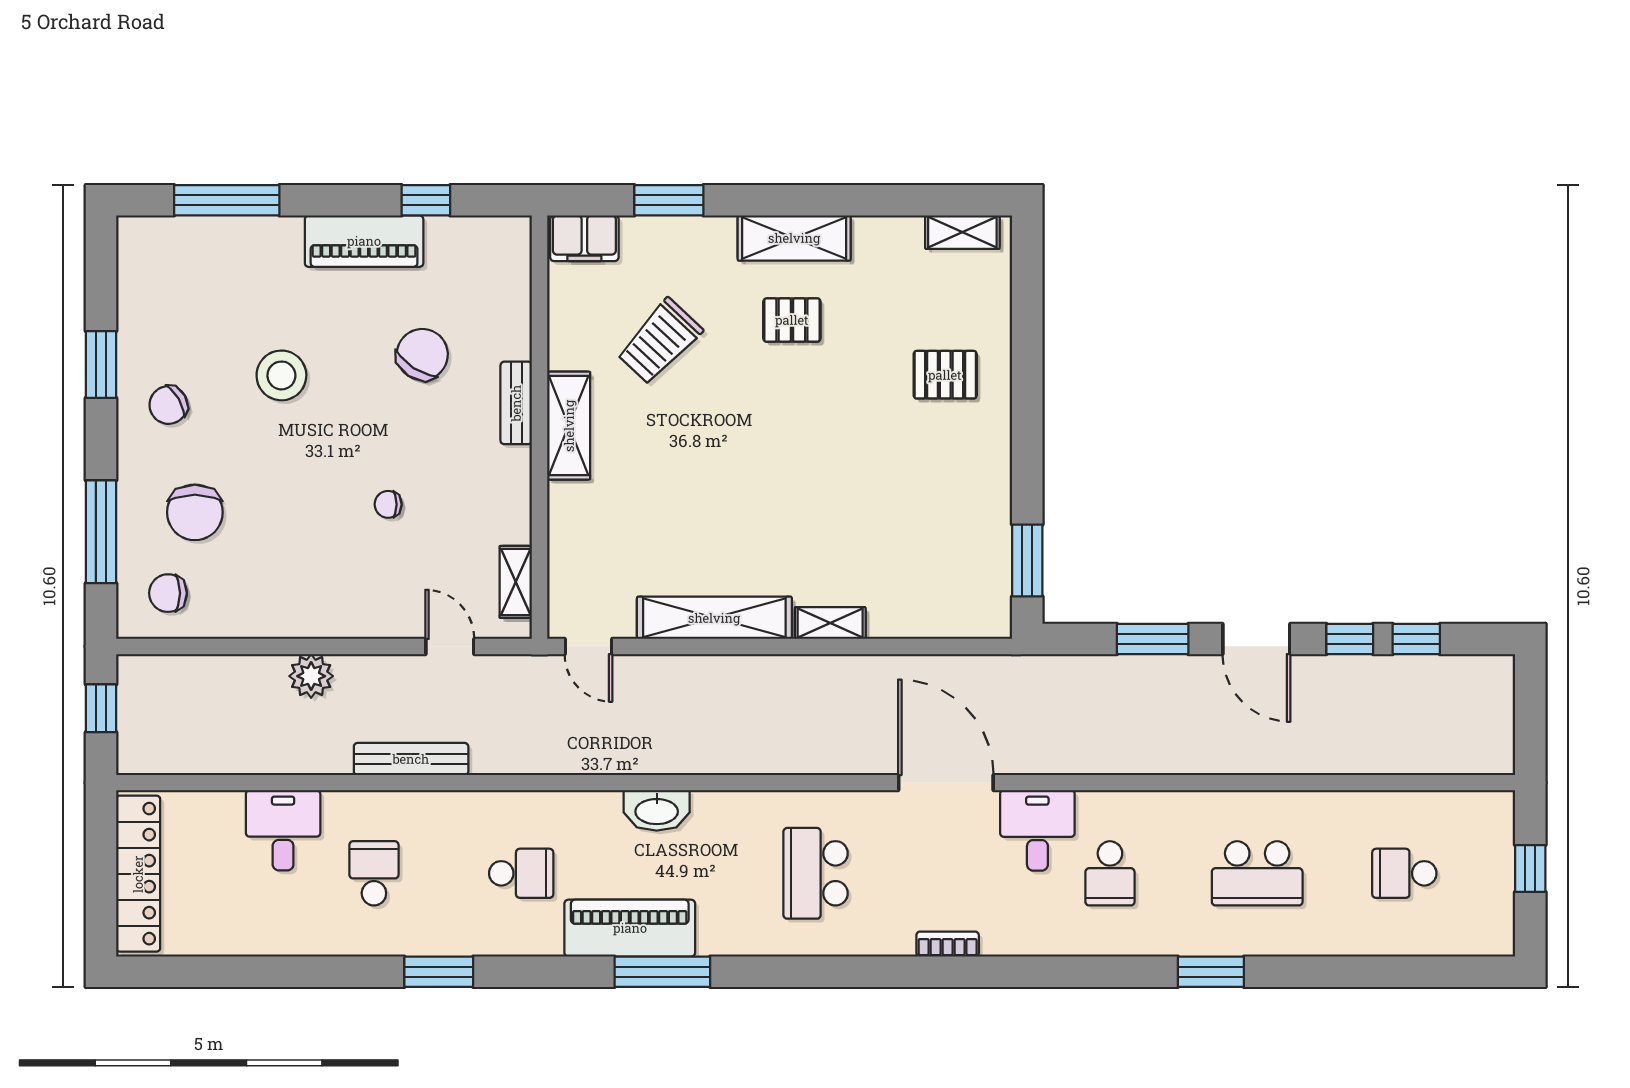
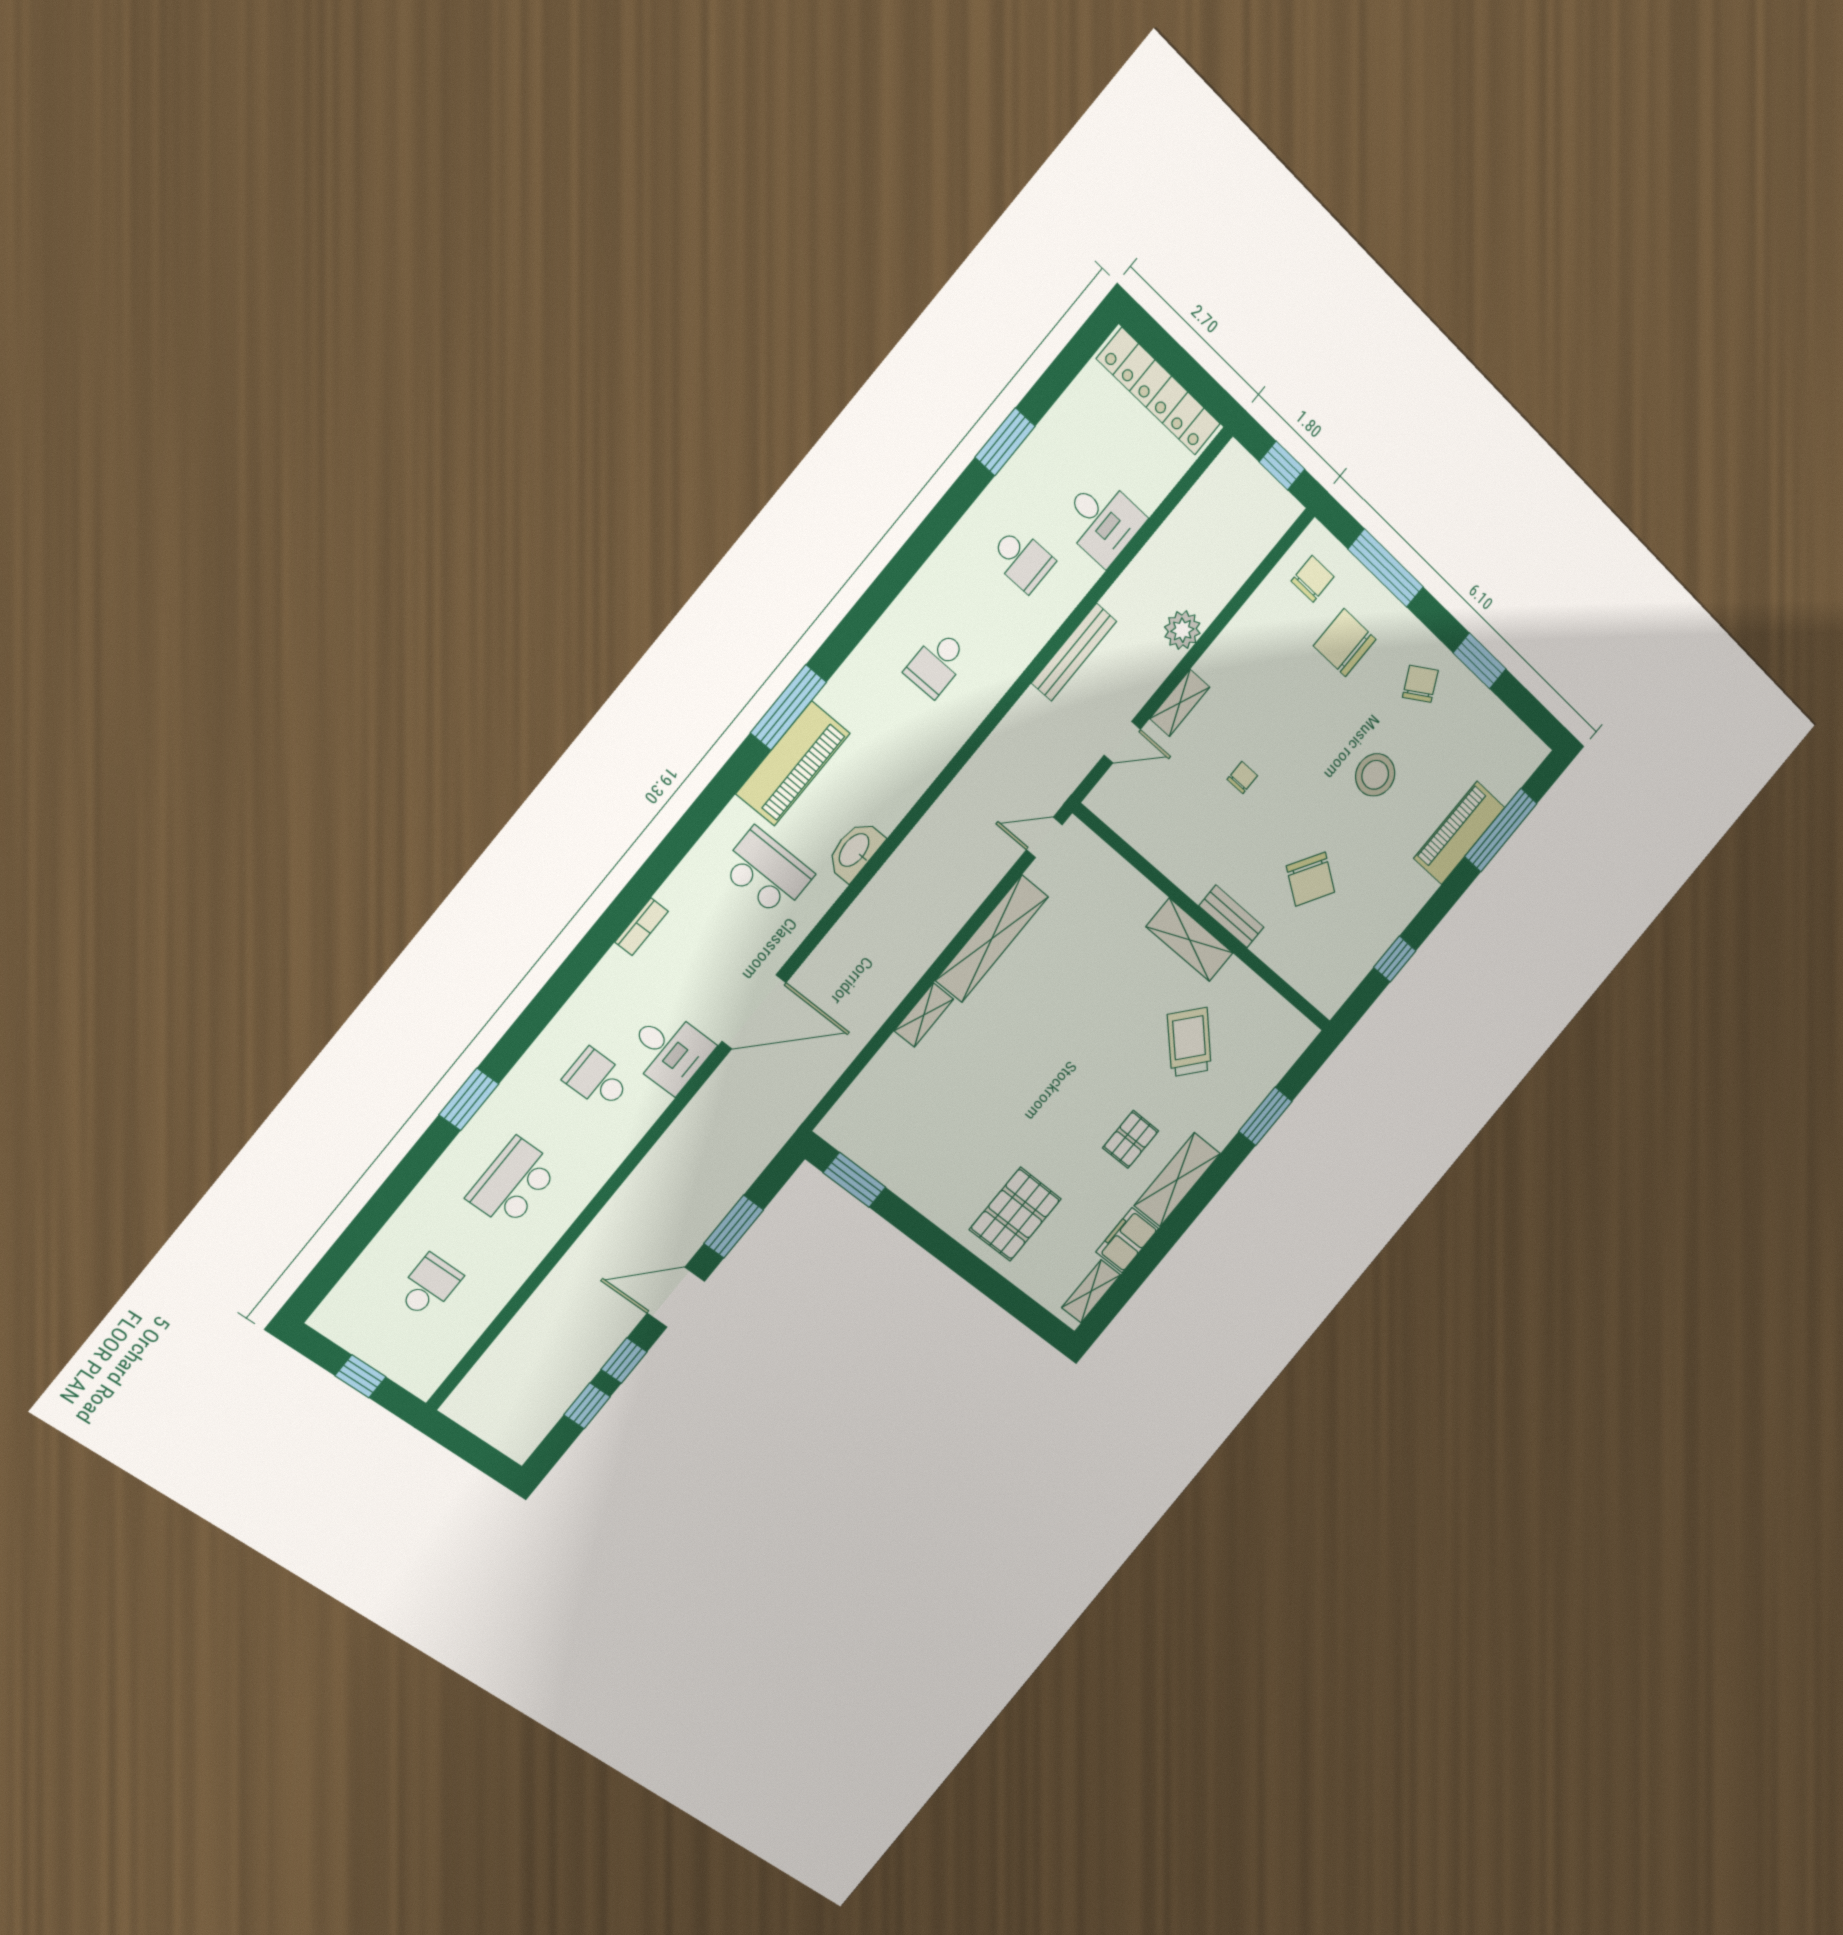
filing cabinet: (584, 238) -> (1127, 1240), moved
piano: (364, 241) -> (1459, 833), moved
pallet: (945, 375) -> (1015, 1214), width x1.50, depth x1.42
shelving: (516, 582) -> (1180, 703), moved, turned 90
washbasin: (657, 810) -> (855, 851), moved
piano: (630, 928) -> (793, 764), moved
window: (439, 972) -> (1005, 442), moved

